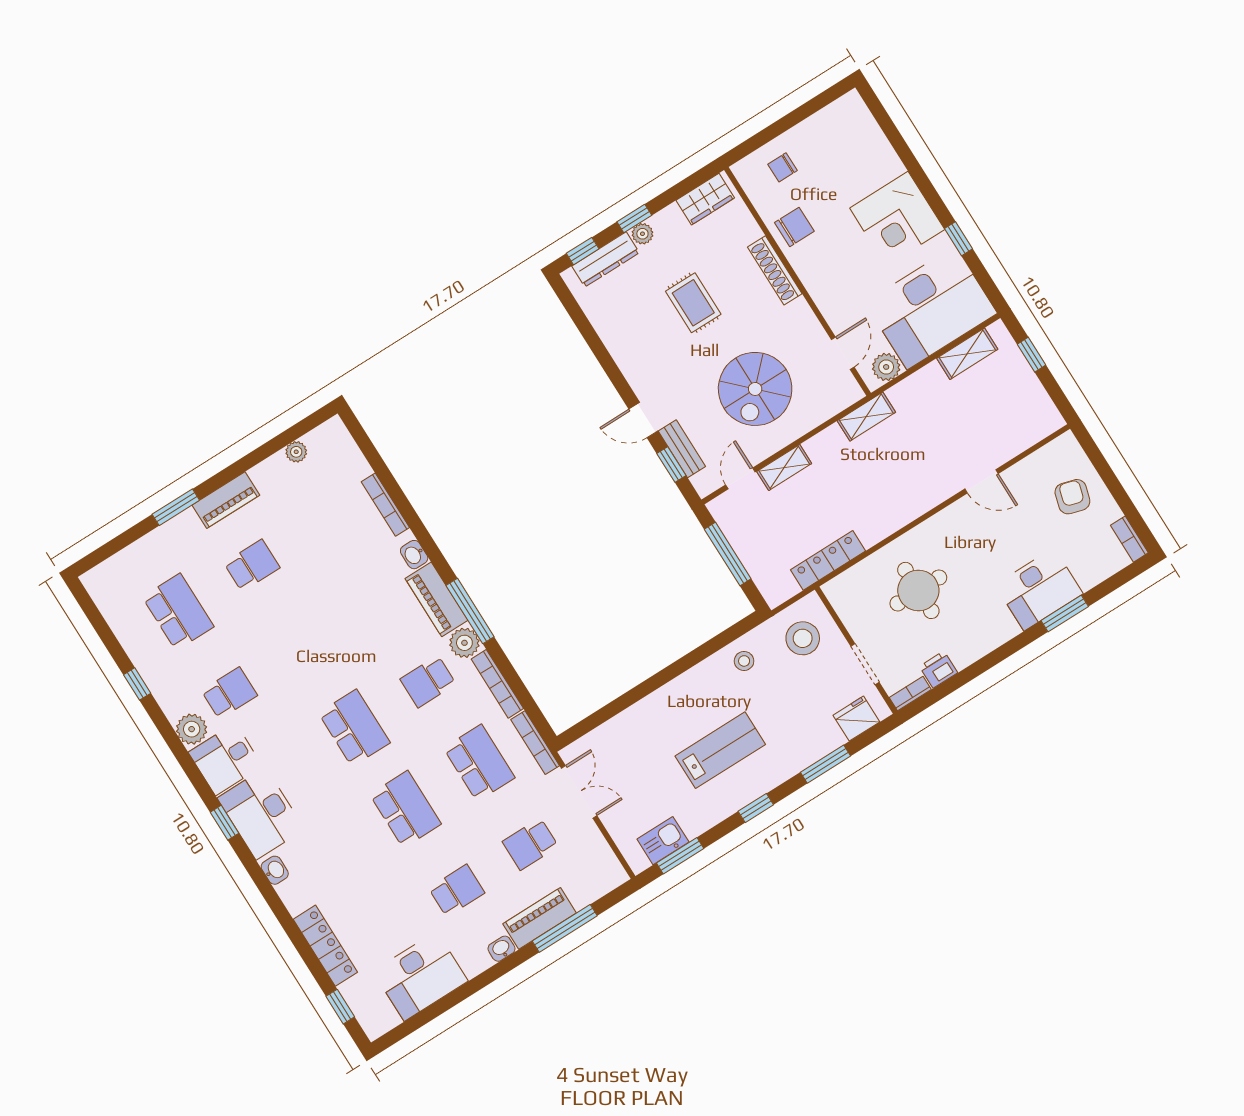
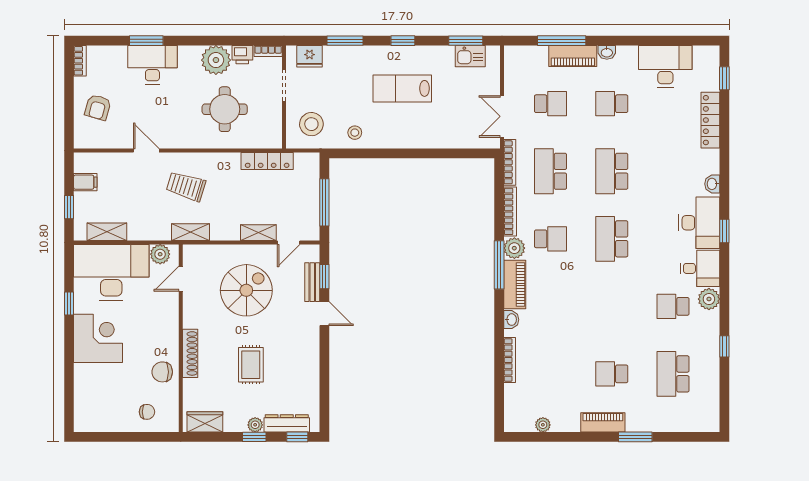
filing cabinet: (1031, 397) -> (85, 182), added
trolley: (907, 468) -> (186, 186), added
plant: (966, 643) -> (216, 60), added

